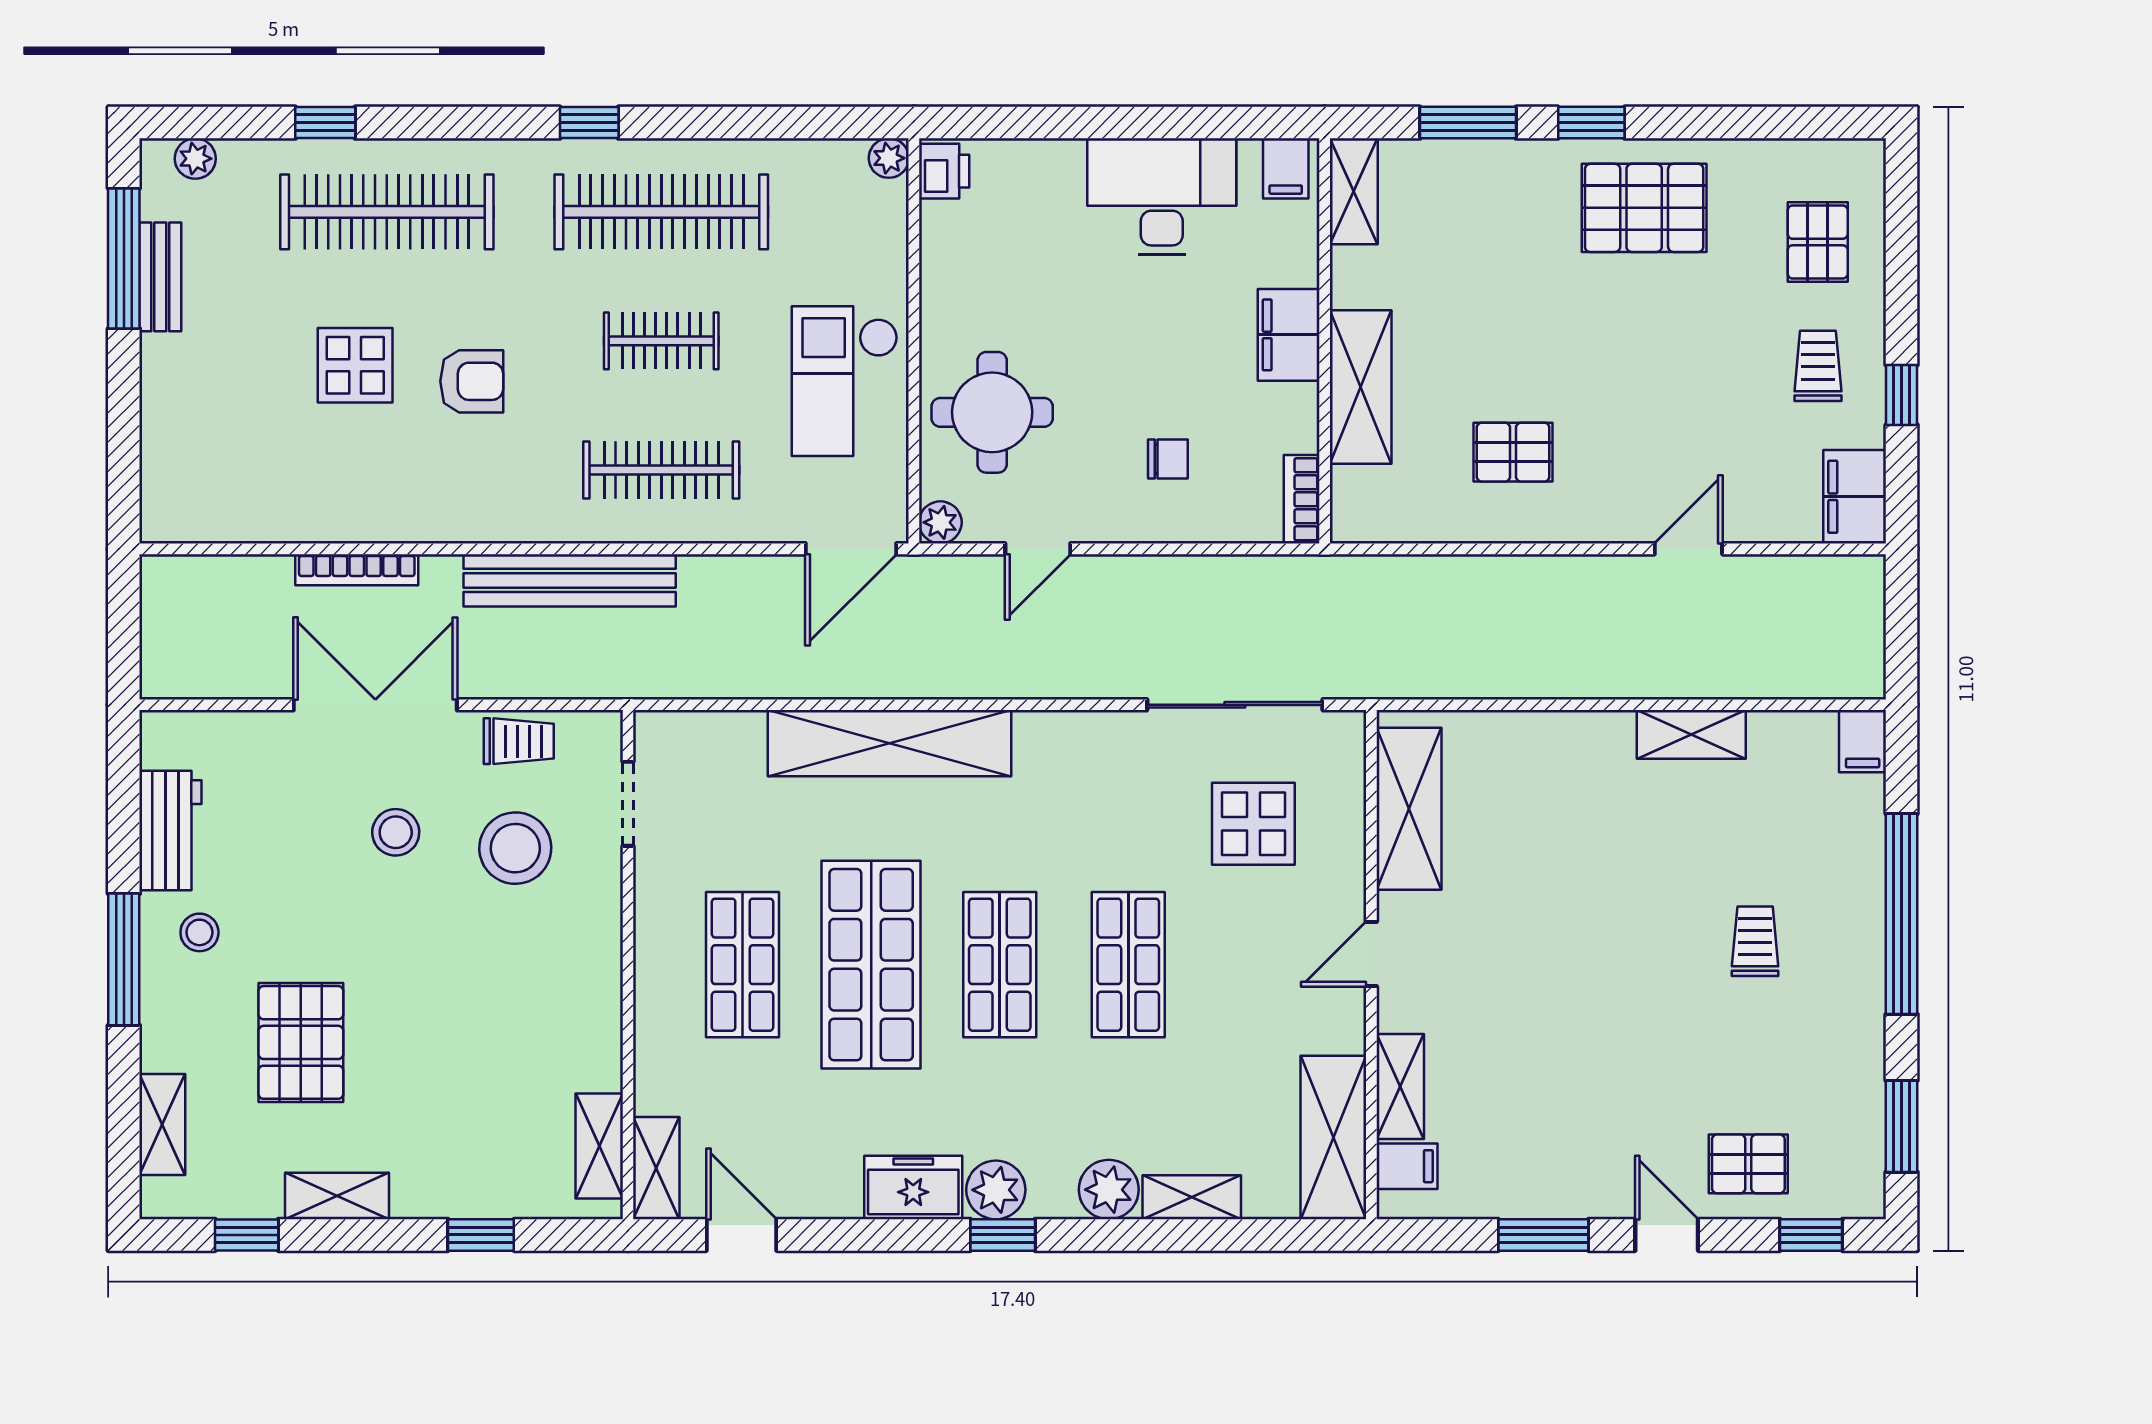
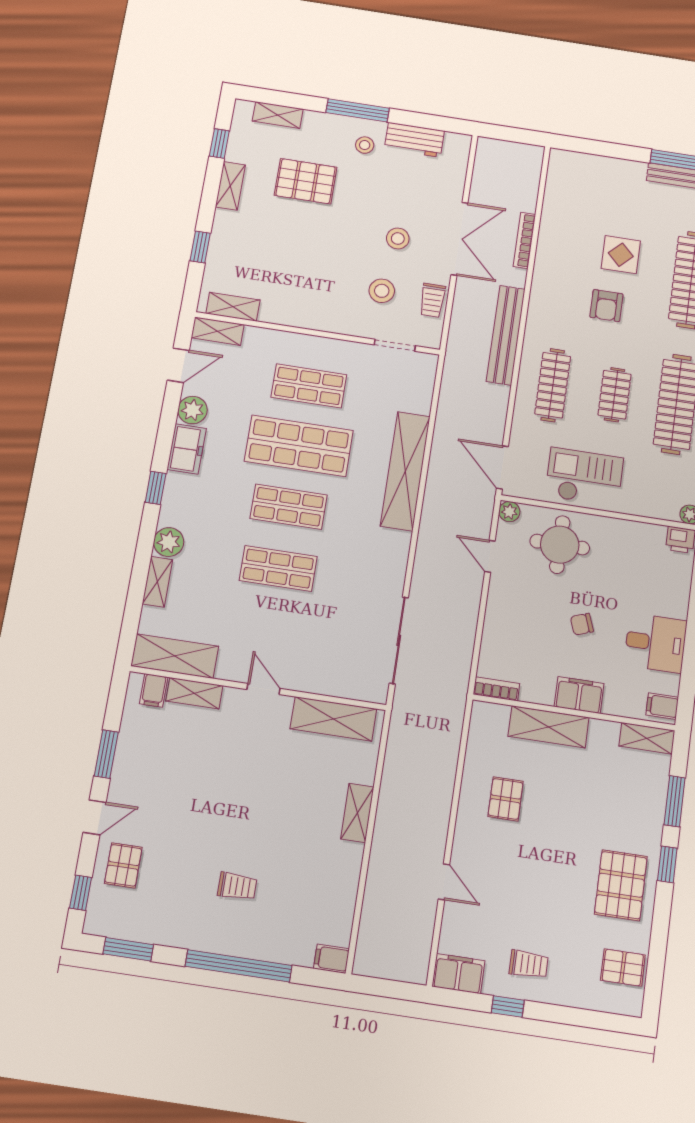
desk: (1162, 197) -> (655, 643), width x0.73
pallet: (1818, 242) -> (623, 968), moved
chair: (1168, 459) -> (582, 624), moved, turned 70
shelving: (1691, 734) -> (357, 813), moved
display table: (1253, 824) -> (338, 640), removed
stool: (515, 848) -> (382, 291), width x0.73, depth x0.73
plant: (996, 1190) -> (192, 410), moved

